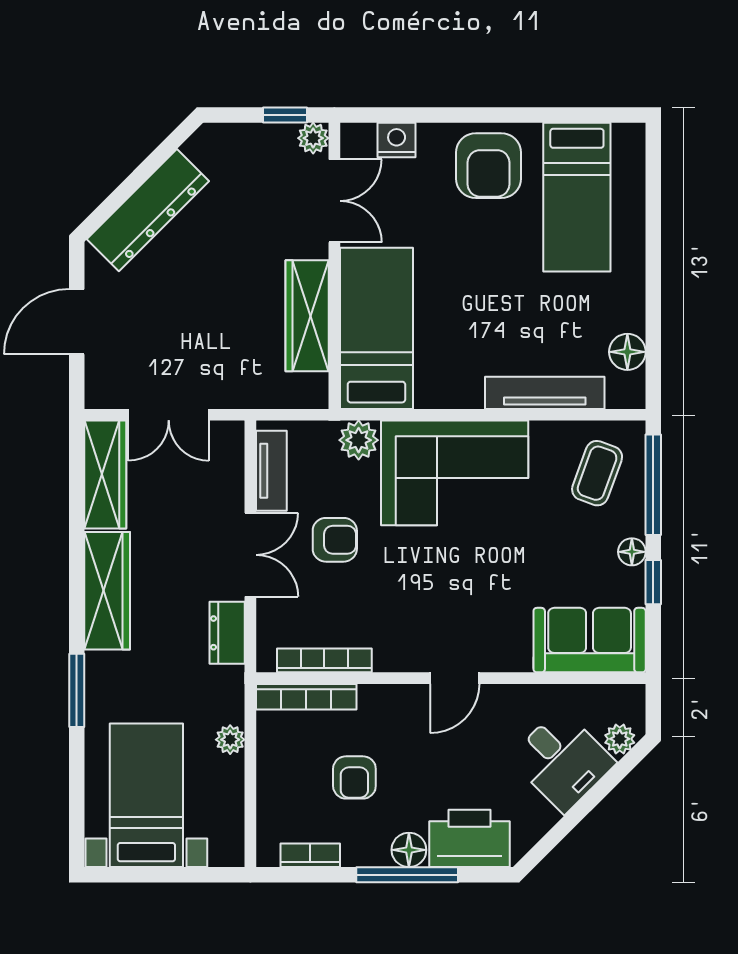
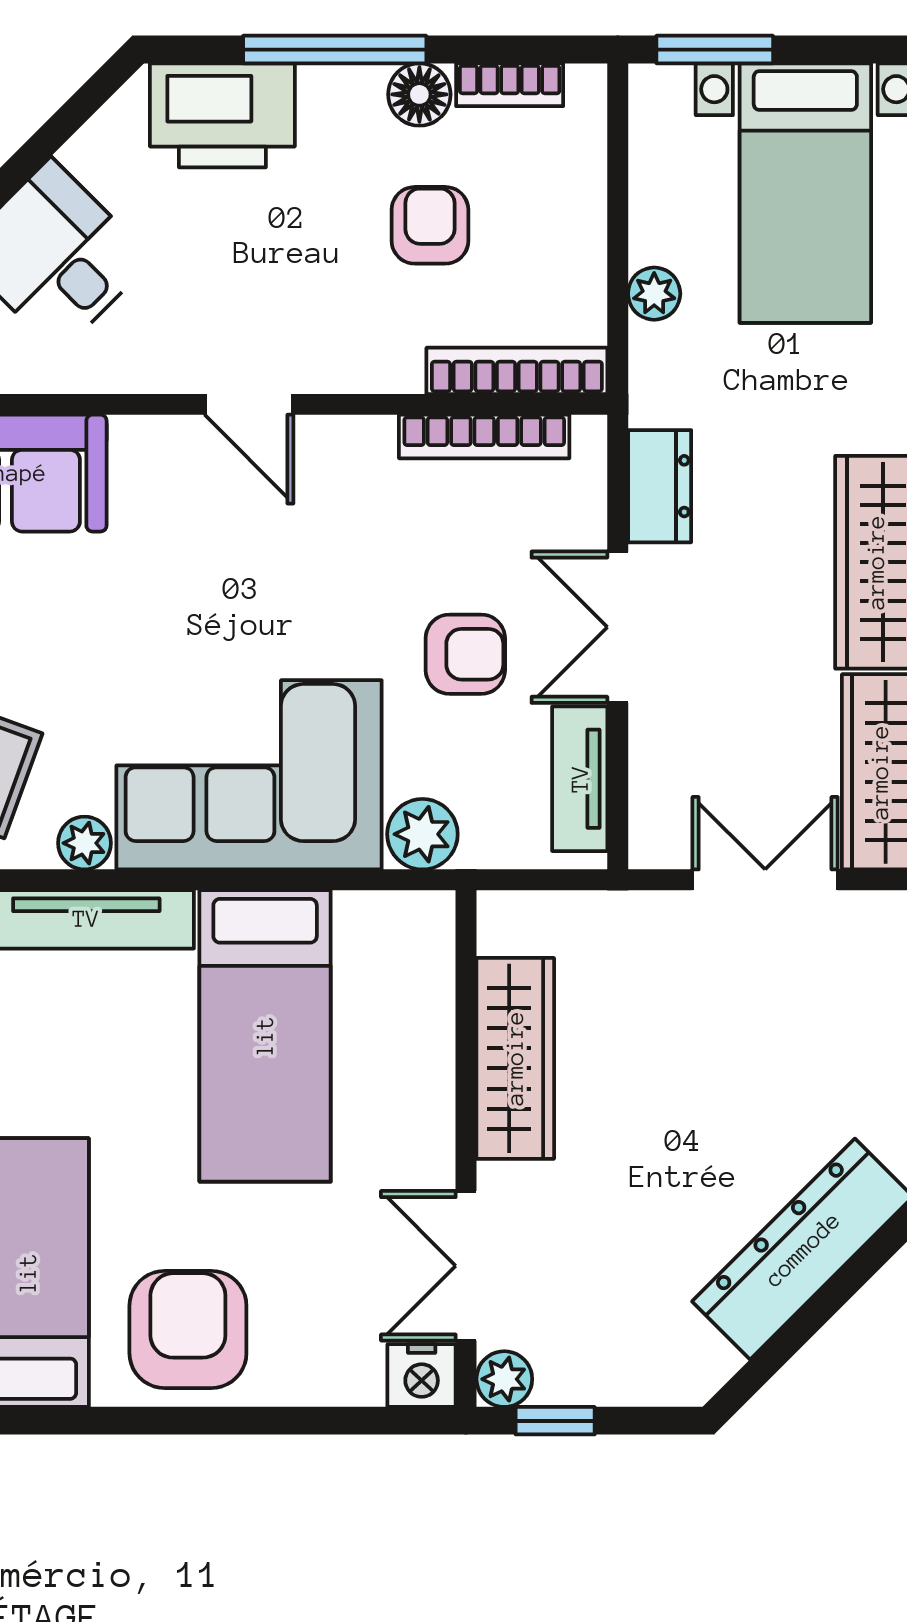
nightstand: (397, 140) -> (422, 1376), moved
bed: (376, 328) -> (265, 1036), moved
plant: (546, 435) -> (84, 843), added
armchair: (335, 540) -> (465, 654), turned 180
door: (455, 678) -> (249, 404), swing flipped
floor lamp: (409, 850) -> (419, 94), moved
window: (197, 875) -> (715, 50), added

